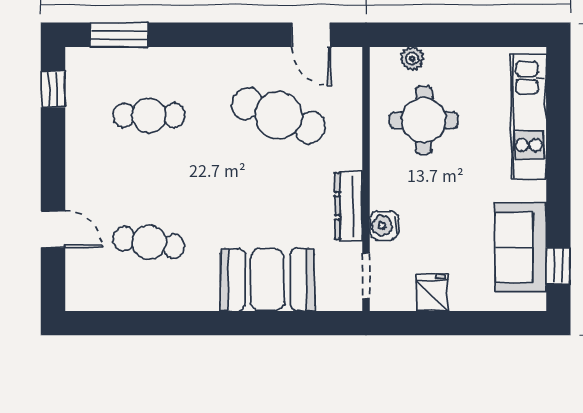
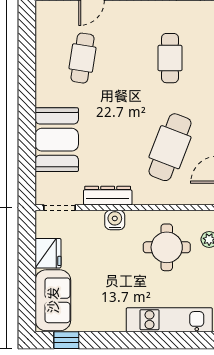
water cooler: (384, 226) -> (115, 220), moved
sofa: (521, 247) -> (53, 300), moved, turned 90
fridge: (432, 292) -> (48, 253), width x1.38

